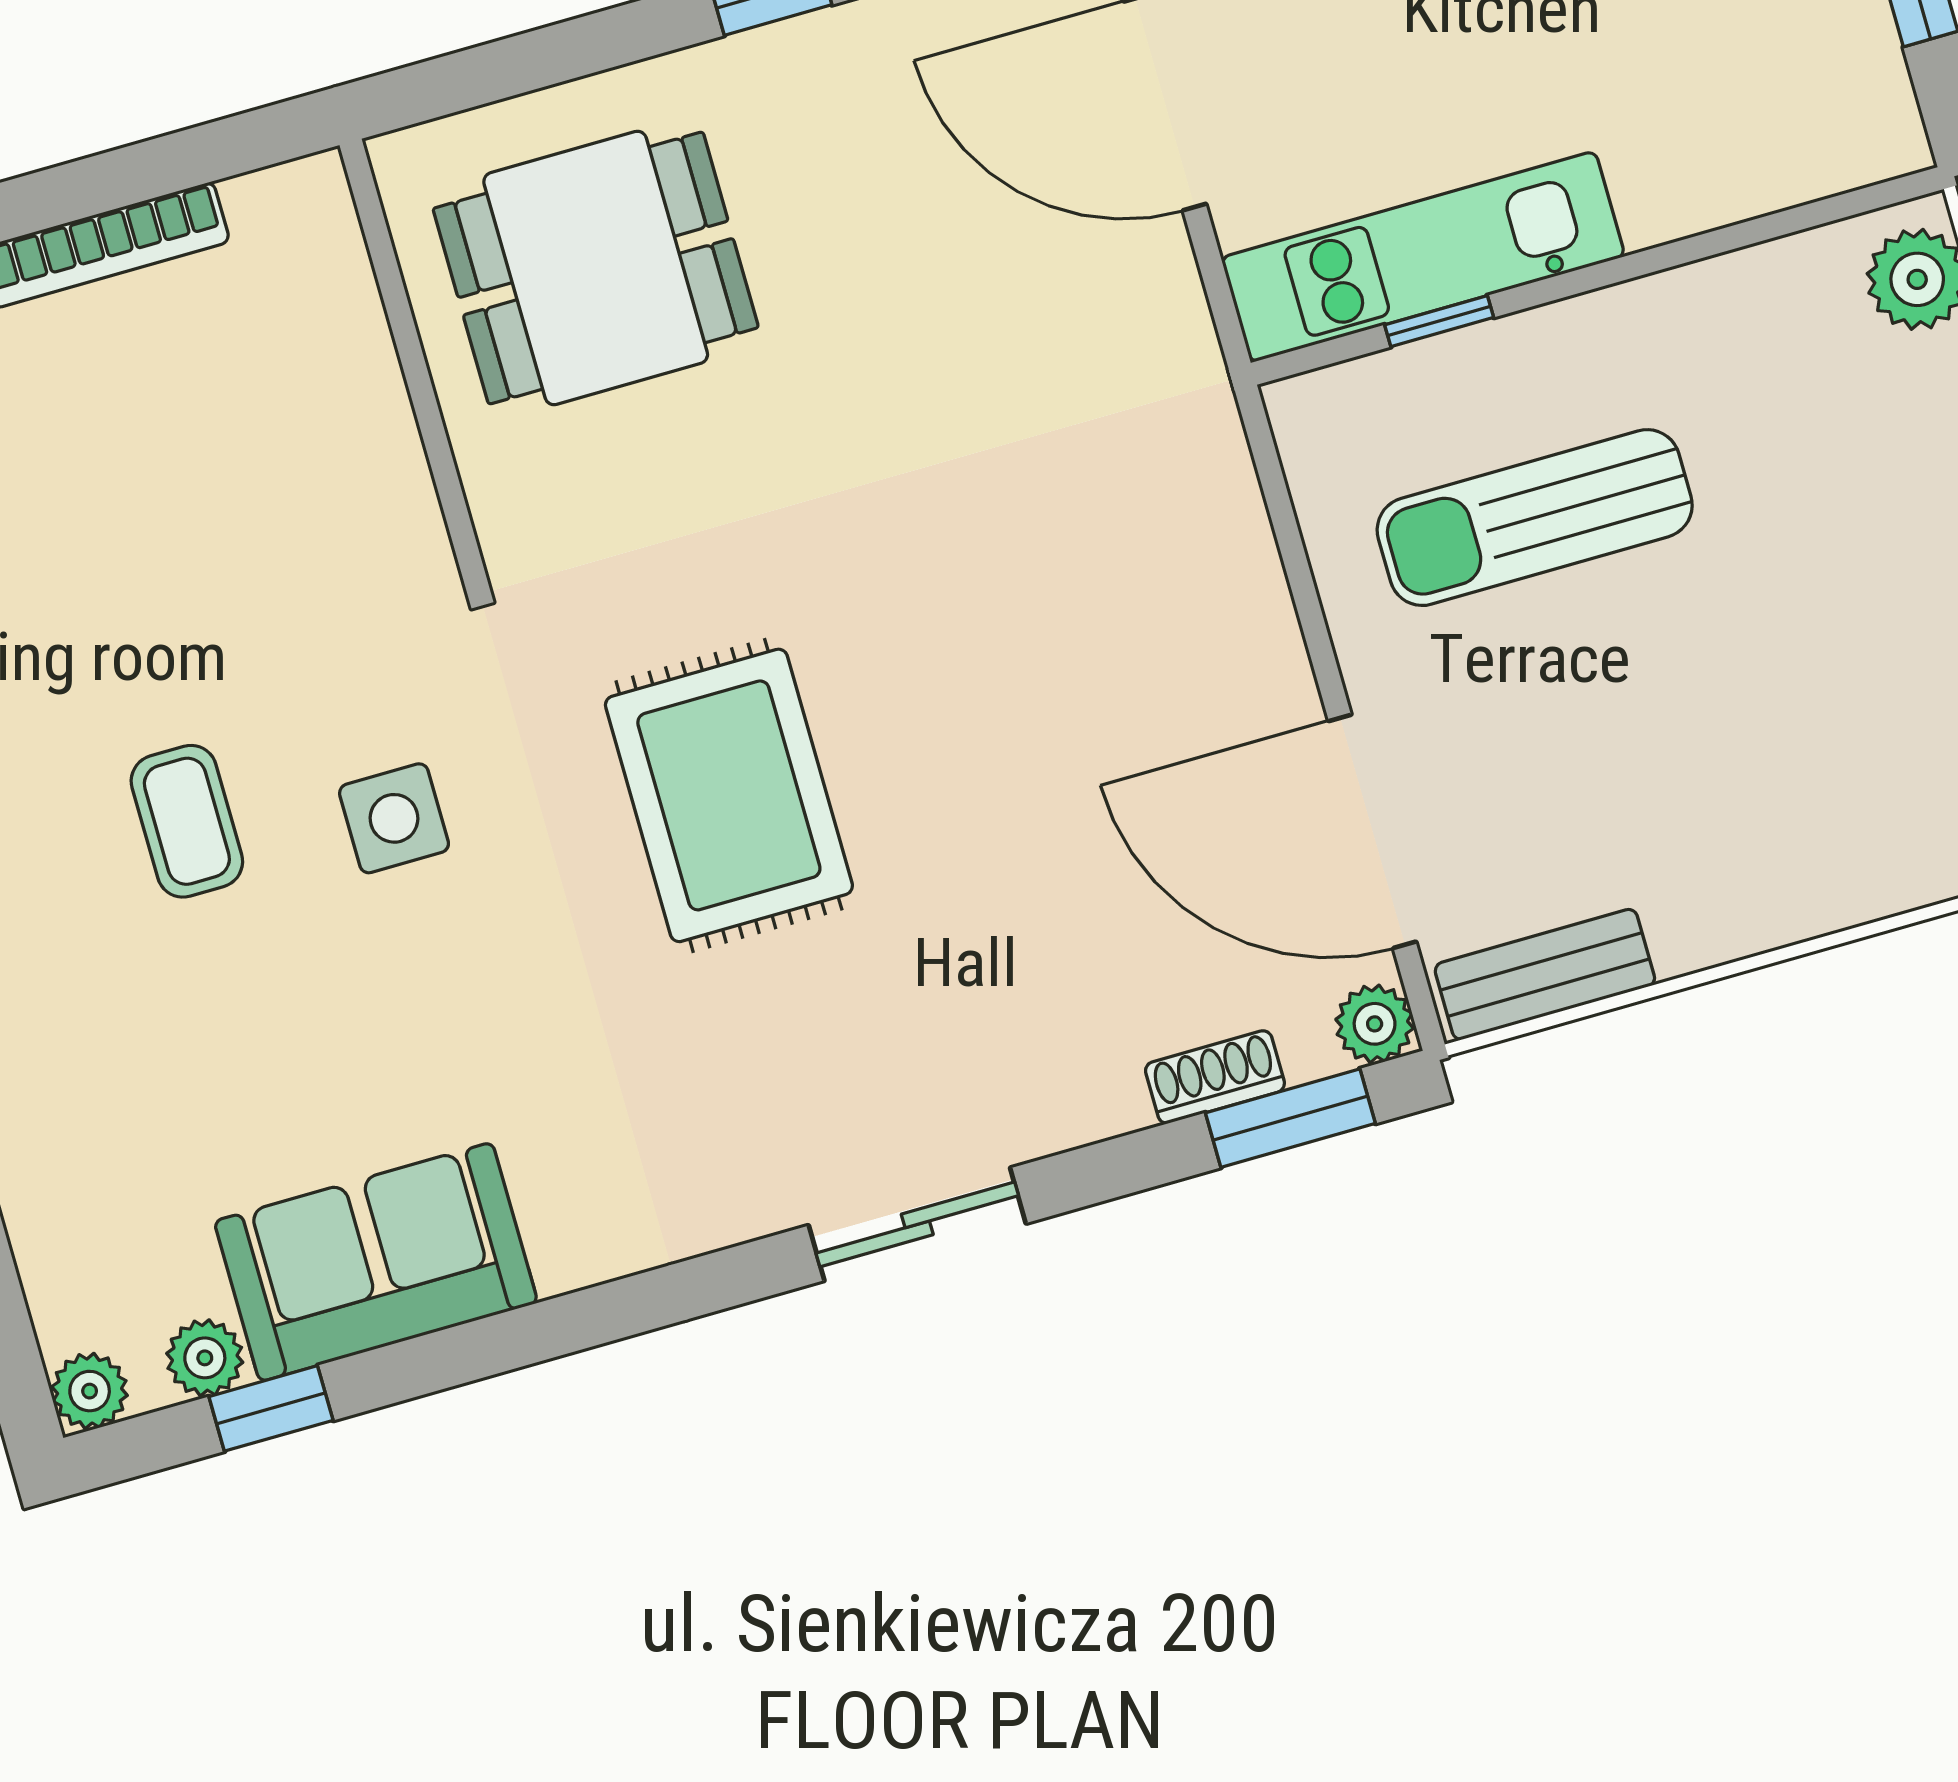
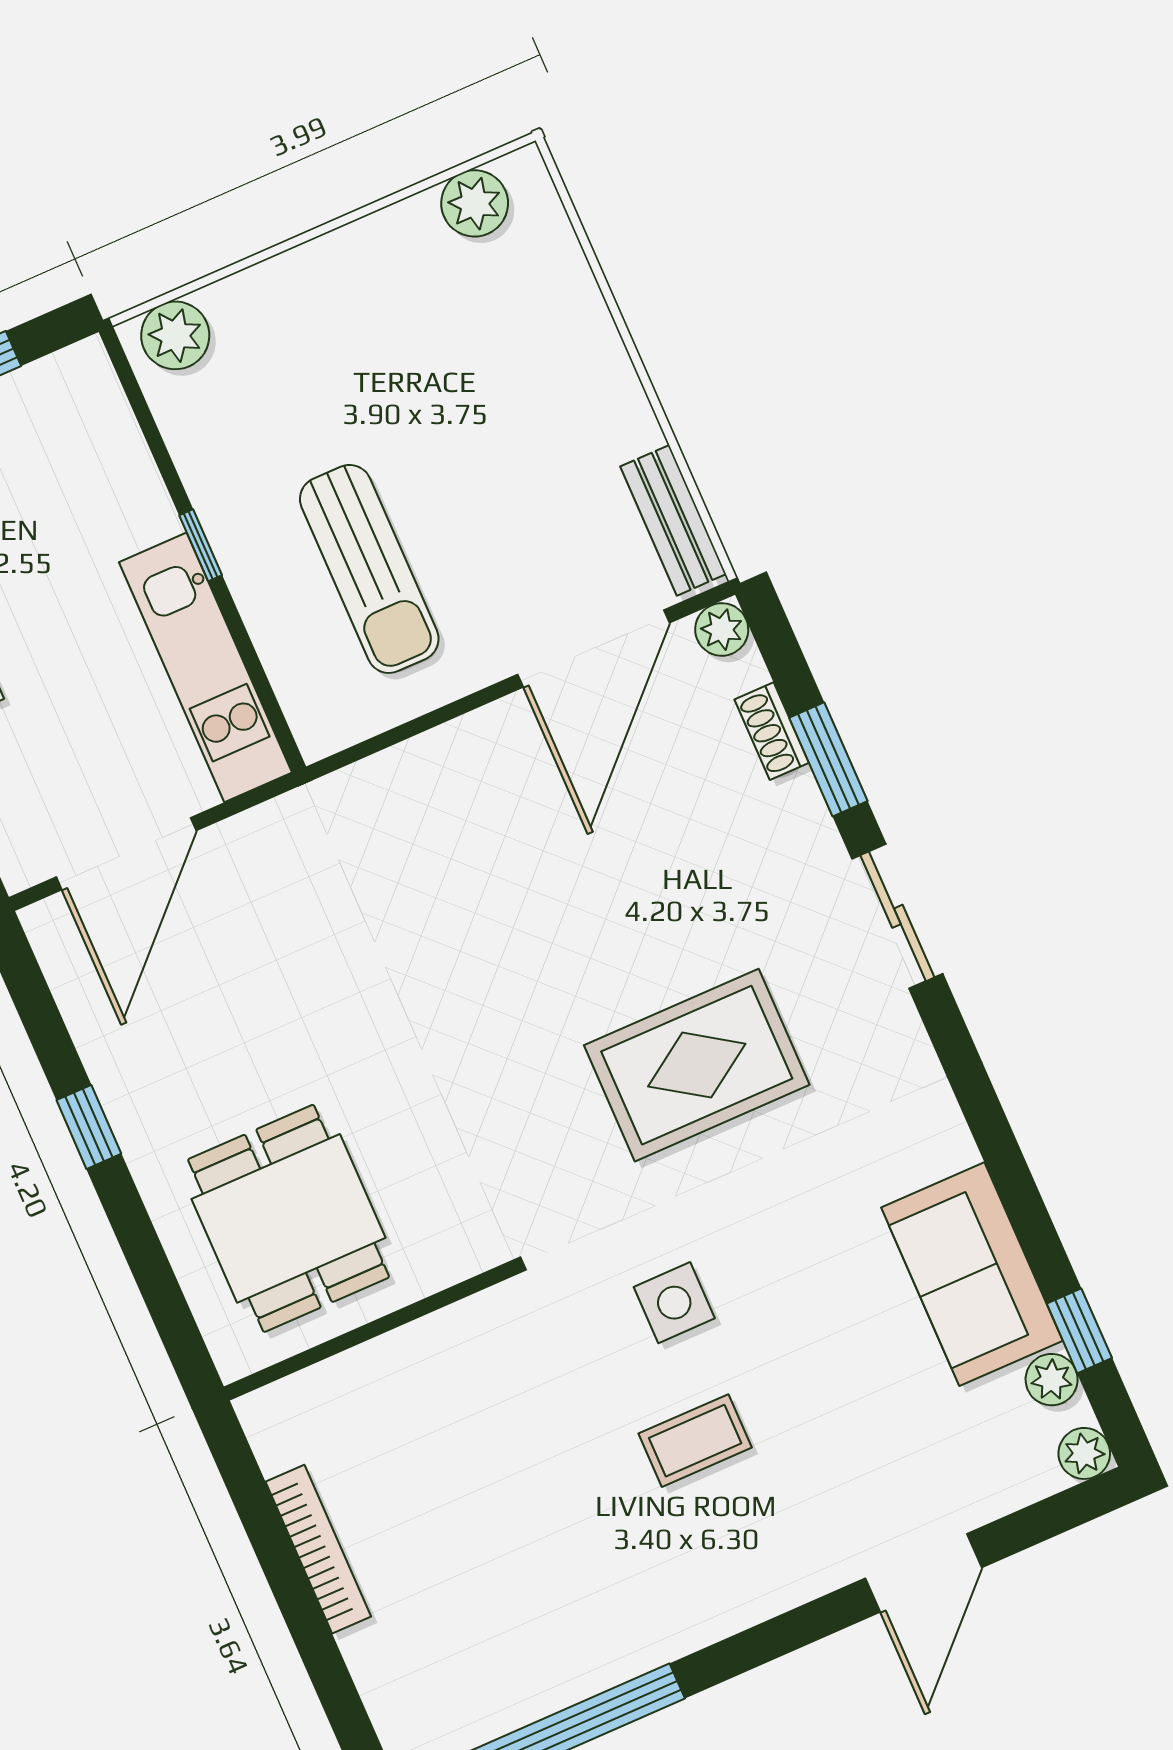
window: (1439, 321) -> (201, 545), moved
rug: (729, 795) -> (697, 1065), moved
window: (1290, 1118) -> (828, 759), moved

